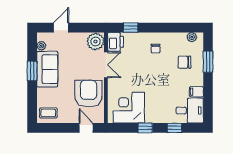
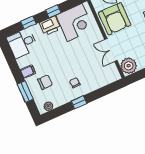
window: (131, 28) -> (79, 102), moved
printer: (116, 42) -> (50, 26), moved, turned -90
filing cabinet: (196, 92) -> (28, 71), moved

